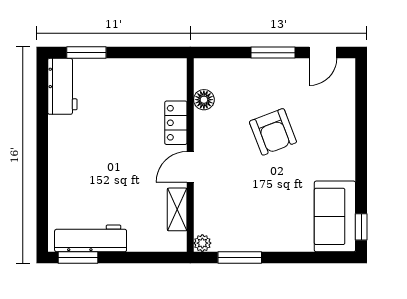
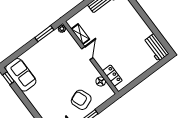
window: (86, 53) -> (157, 66), removed
locker: (176, 123) -> (112, 76), moved
armchair: (273, 132) -> (81, 100), moved

